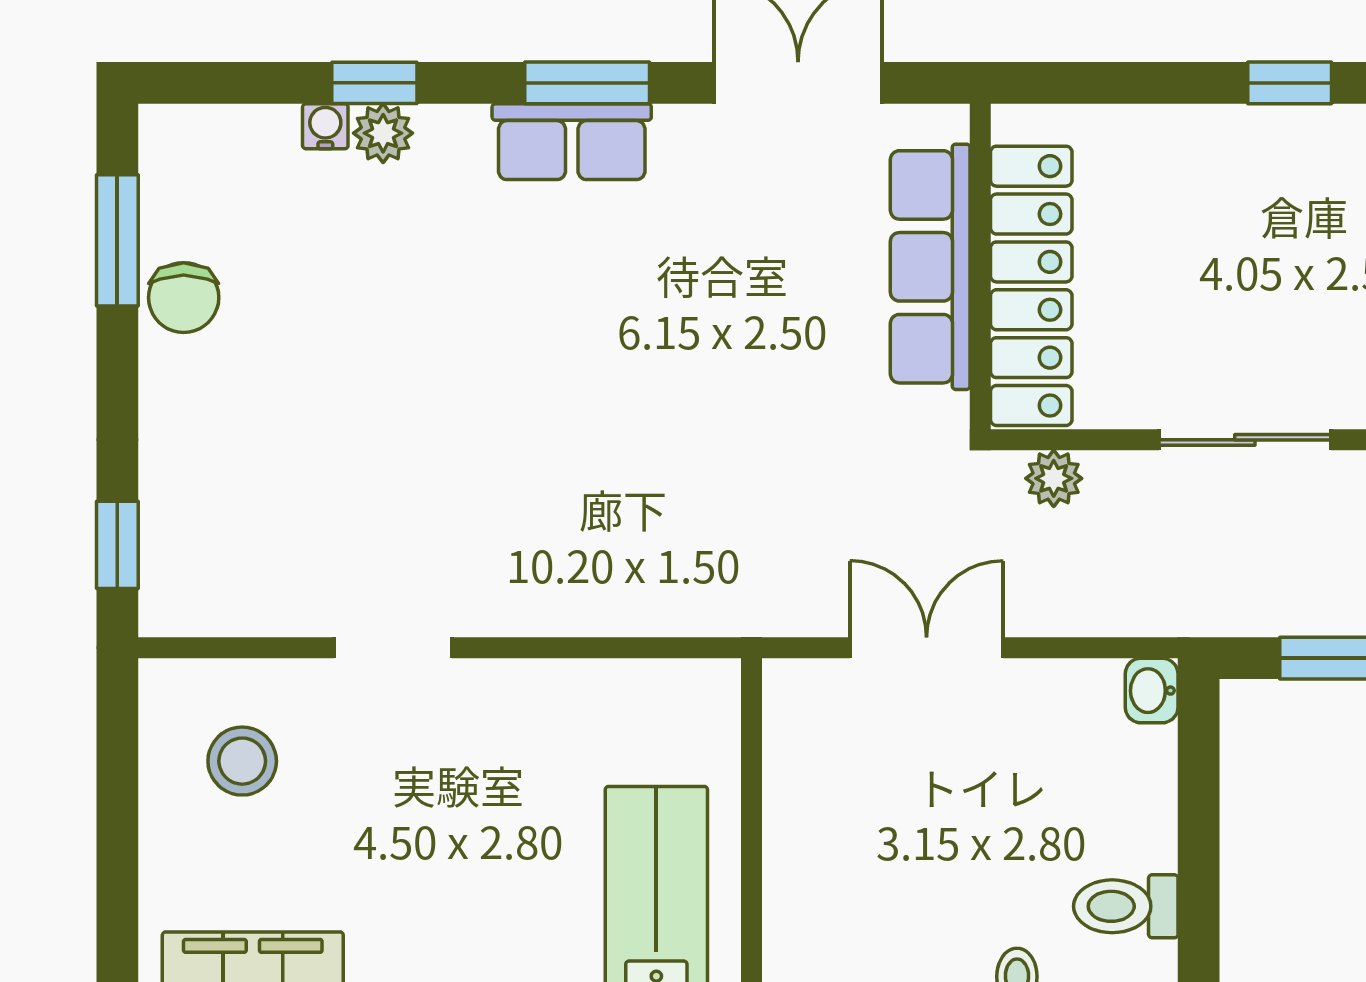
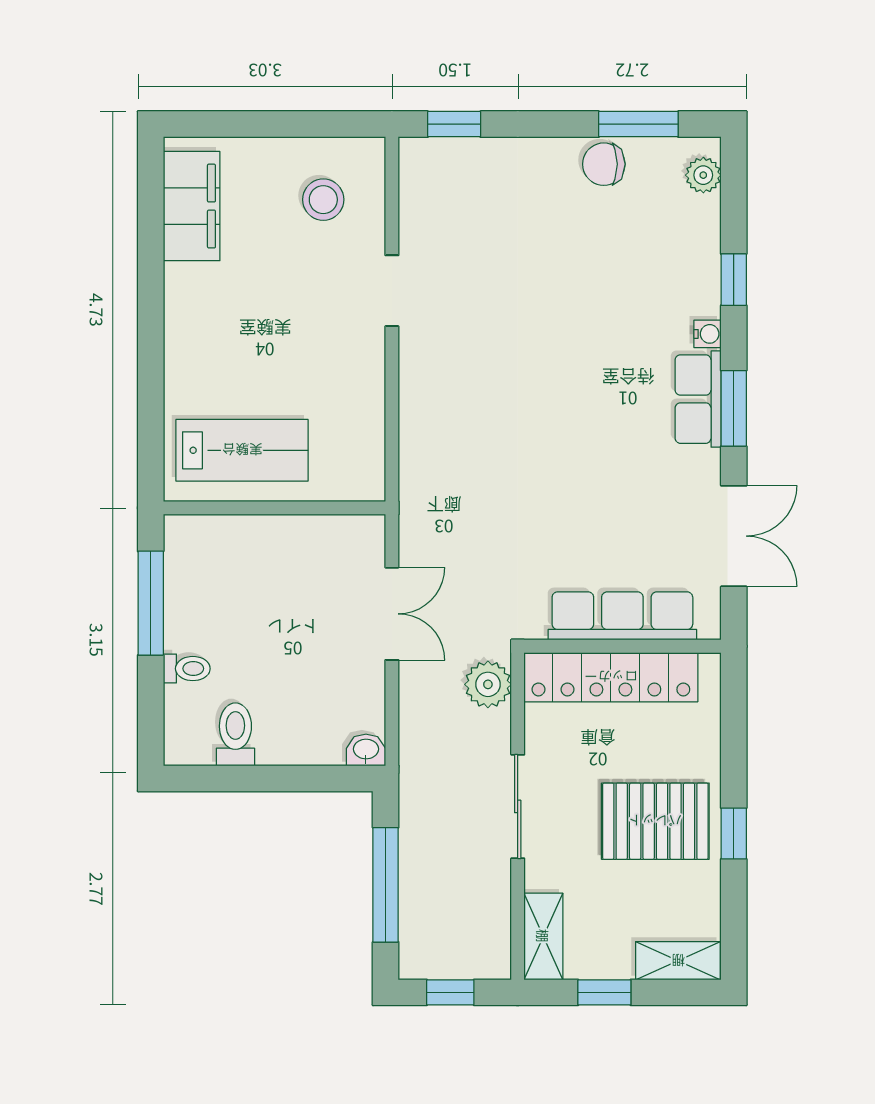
water cooler: (325, 126) -> (707, 334), moved
plant: (383, 133) -> (703, 175), moved
pallet: (1269, 212) -> (655, 821), added
plant: (1054, 478) -> (488, 684), width x1.38, depth x1.38

